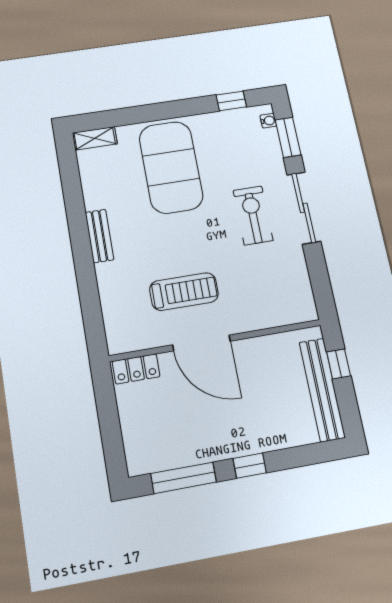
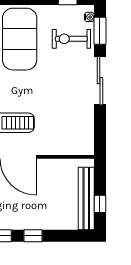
exercise bike: (253, 215) -> (71, 39), moved, turned -90
window: (339, 364) -> (100, 204), moved

